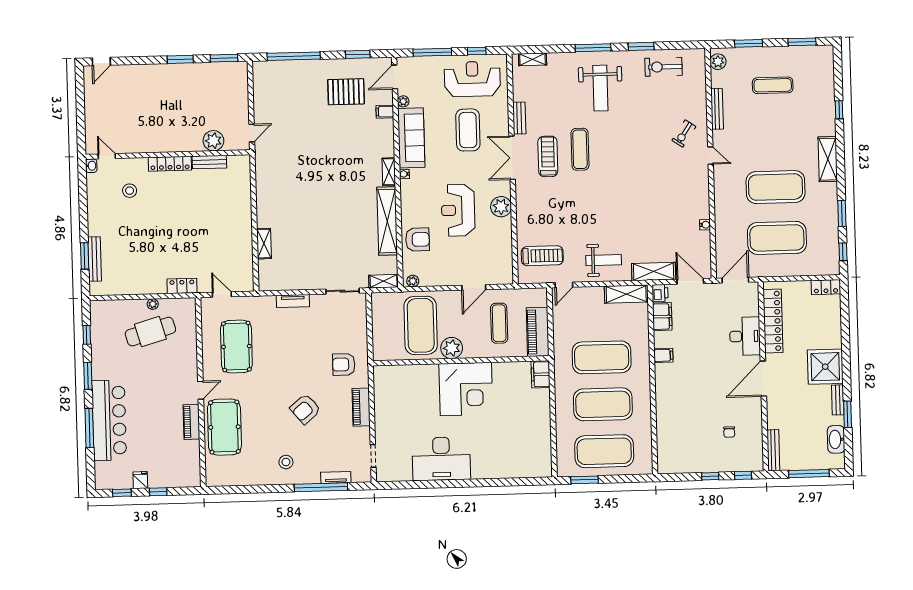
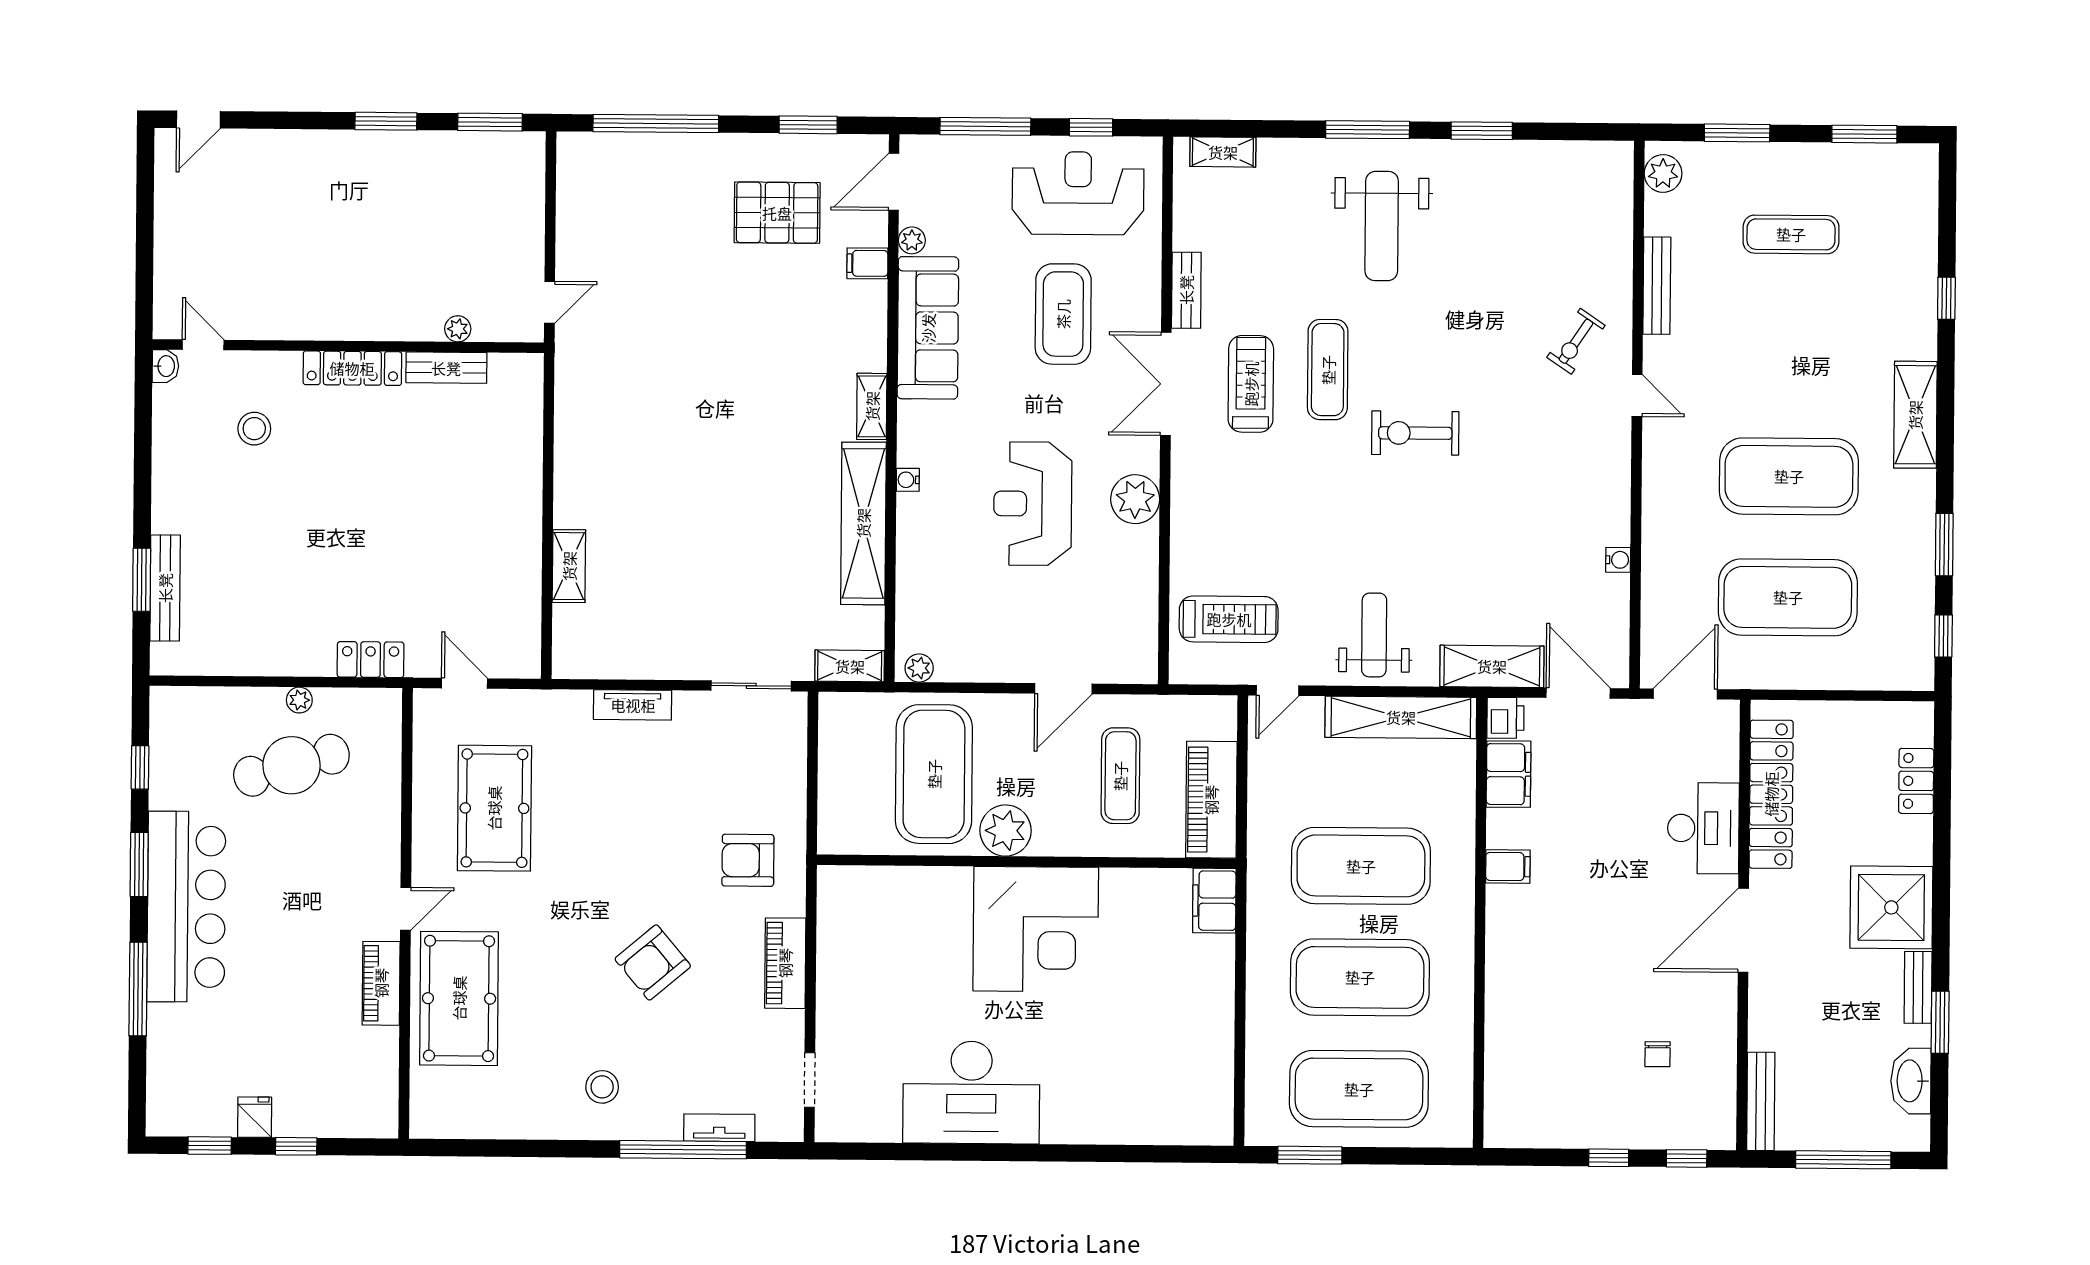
exercise bike: (664, 67) -> (1415, 433), moved
plant: (213, 141) -> (458, 329), width x0.53, depth x0.53
water cooler: (404, 174) -> (908, 480), moved
armchair: (417, 240) -> (934, 570), removed
weight bench: (604, 260) -> (1374, 635), turned -90
locker: (826, 287) -> (1916, 781), moved, turned 90
shelving: (626, 294) -> (1401, 717), width x1.47
bar counter: (109, 420) -> (186, 907), moved

